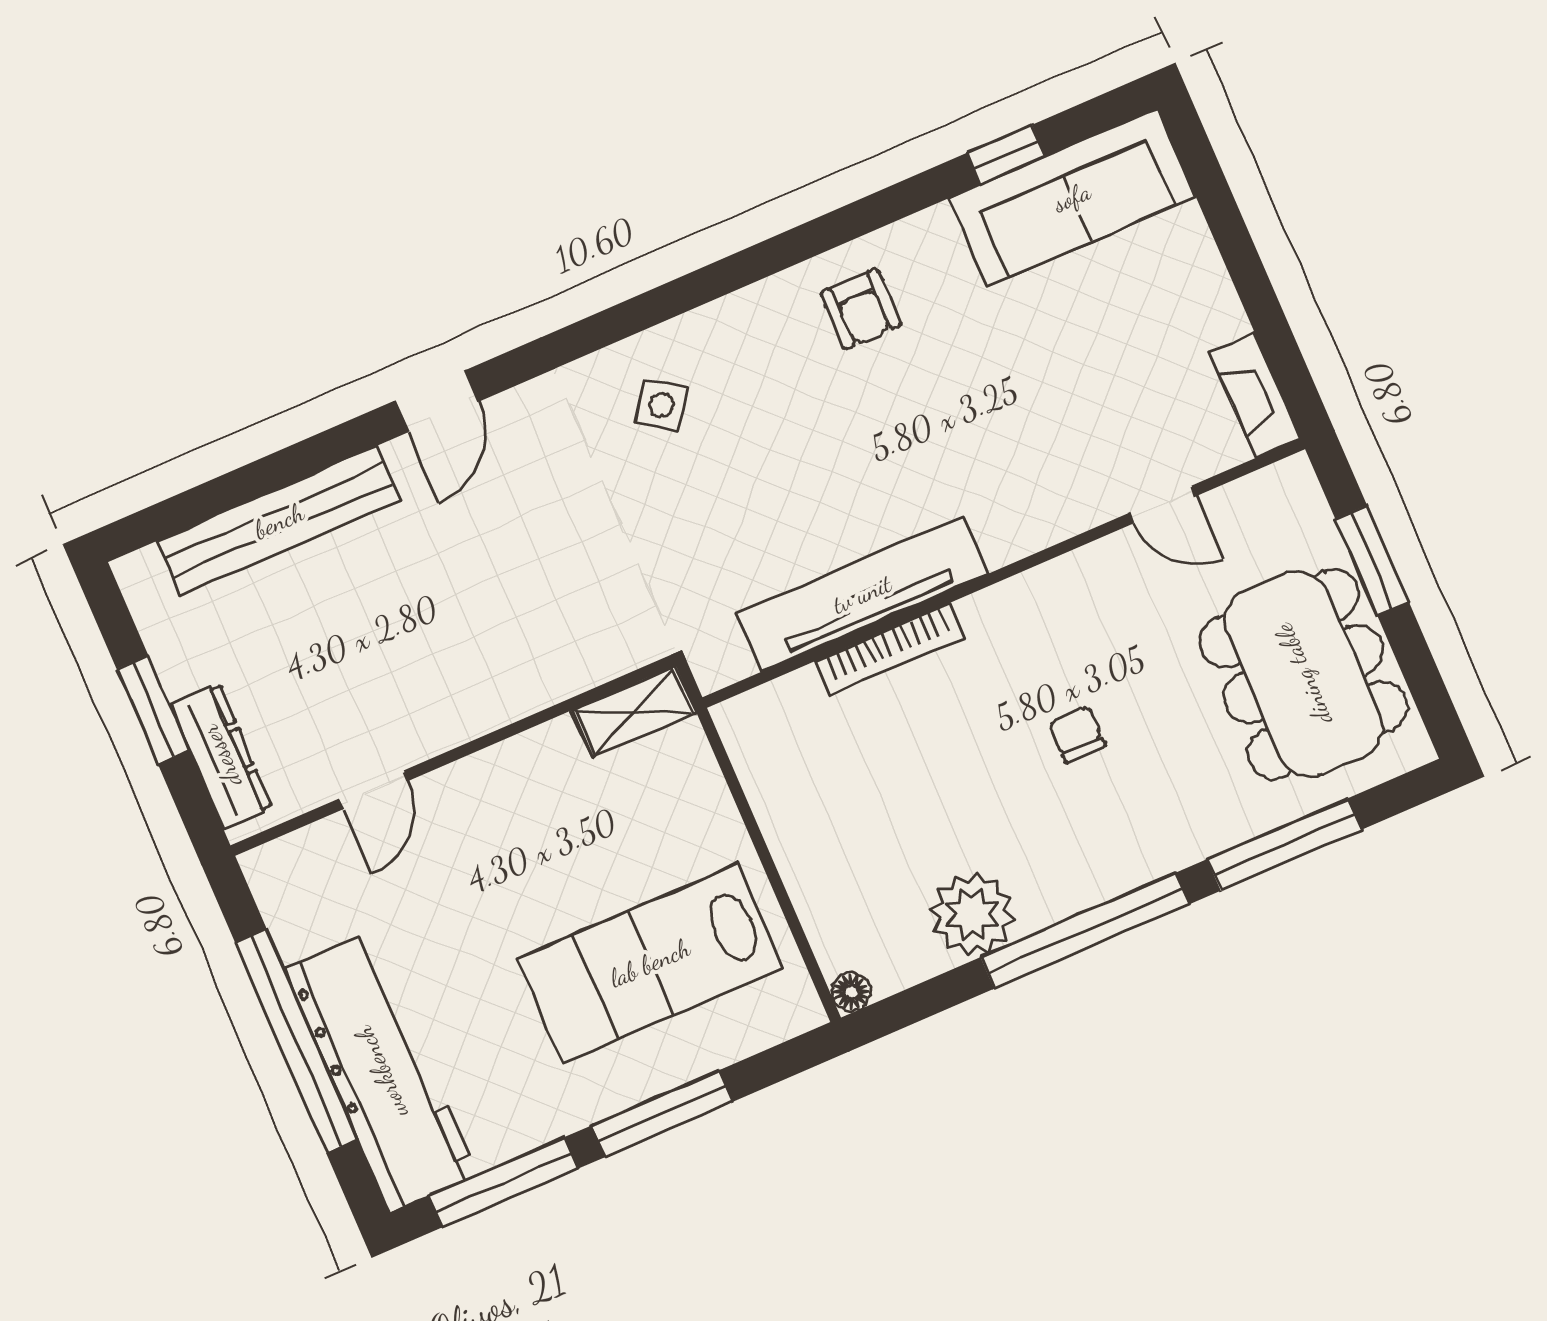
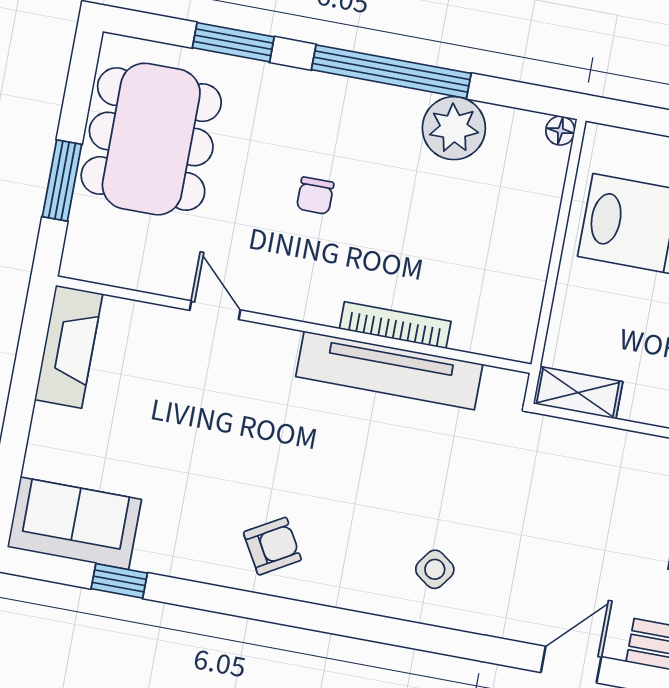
sofa: (1072, 197) -> (74, 523), width x0.73
armchair: (861, 309) -> (272, 546), turned 60
fireplace: (1255, 395) -> (69, 347), width x1.37, depth x1.32
door: (1163, 504) -> (215, 310), moved
window: (1284, 844) -> (233, 42), width x0.69

